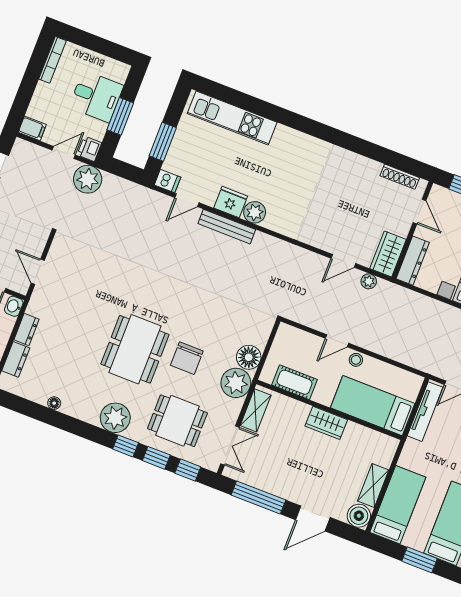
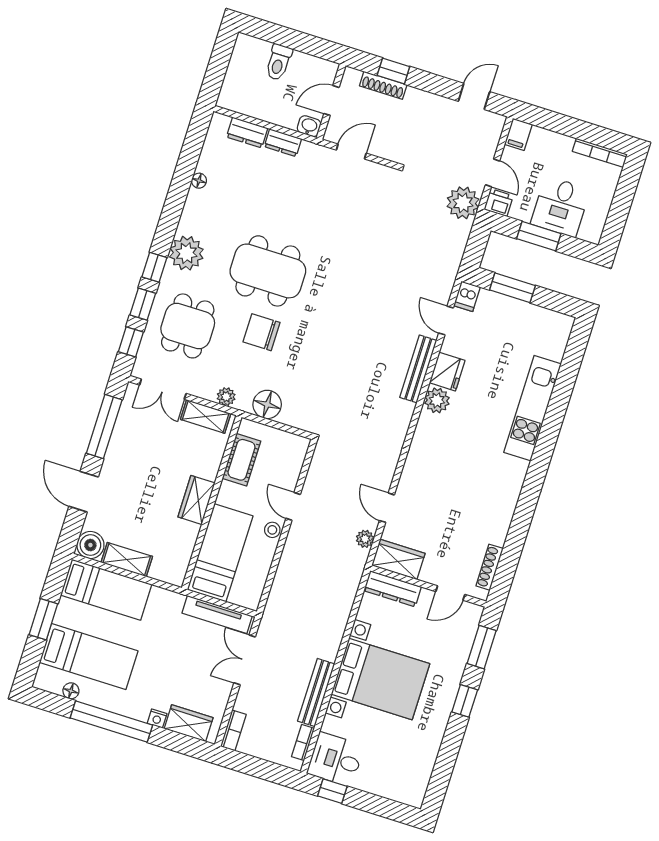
kitchen unit: (232, 118) -> (532, 408), moved
plant: (236, 383) -> (226, 397), width x0.53, depth x0.53

